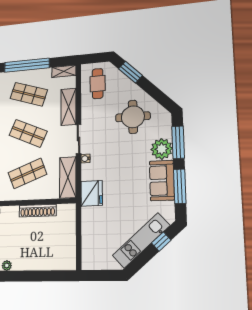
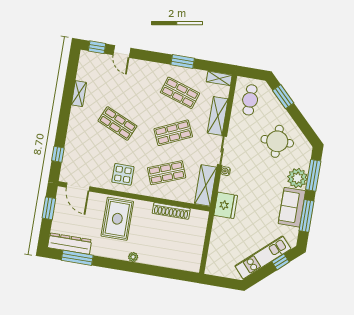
window: (27, 65) -> (183, 62), width x0.47
shop shelf: (28, 133) -> (173, 133), turned -48

